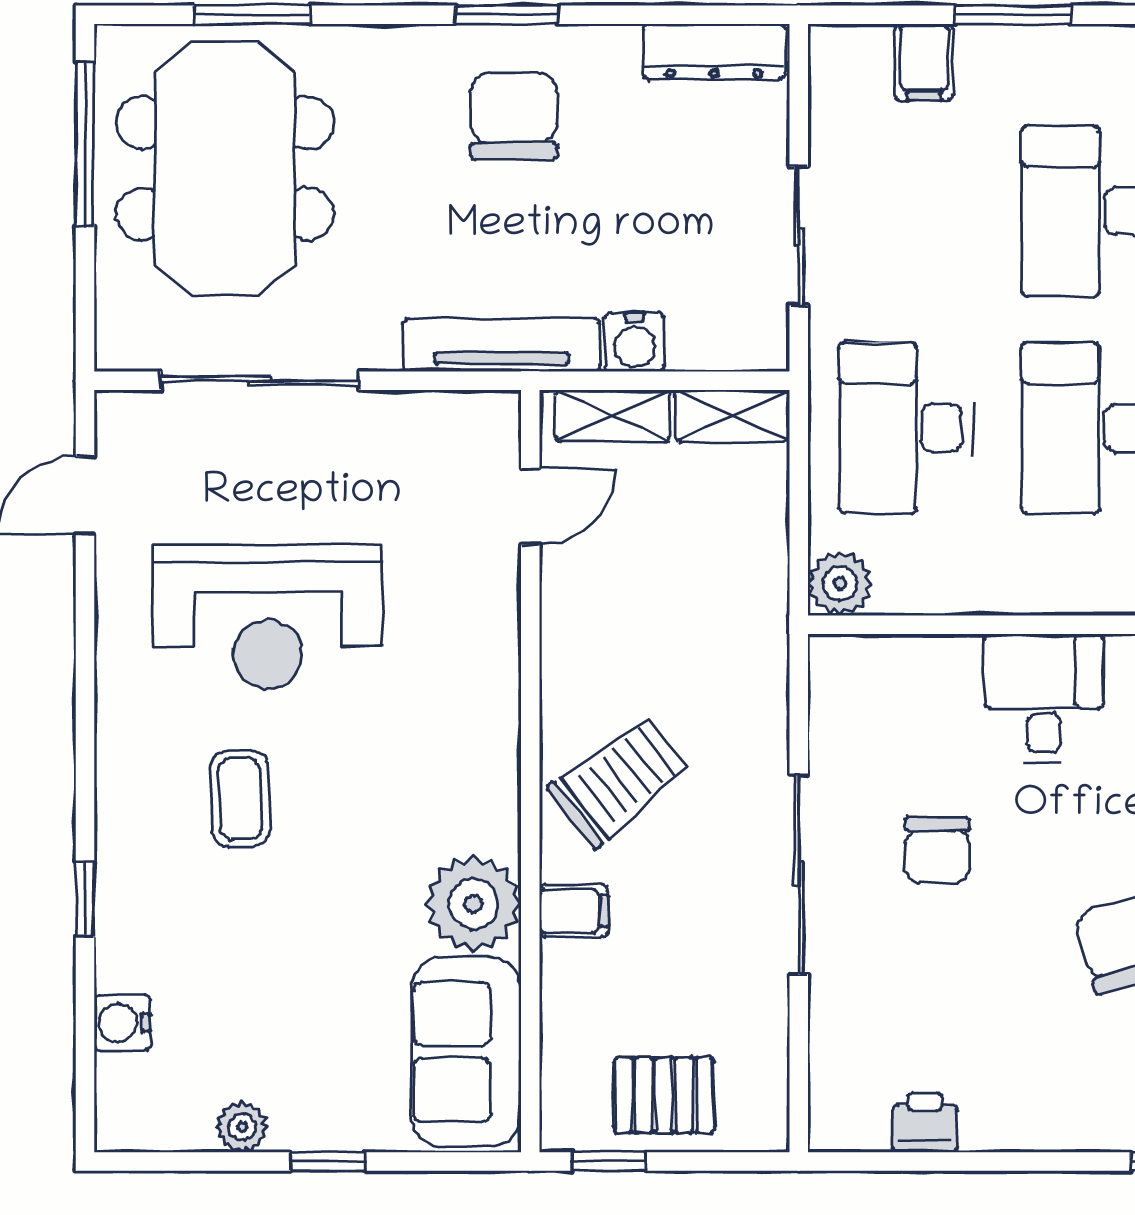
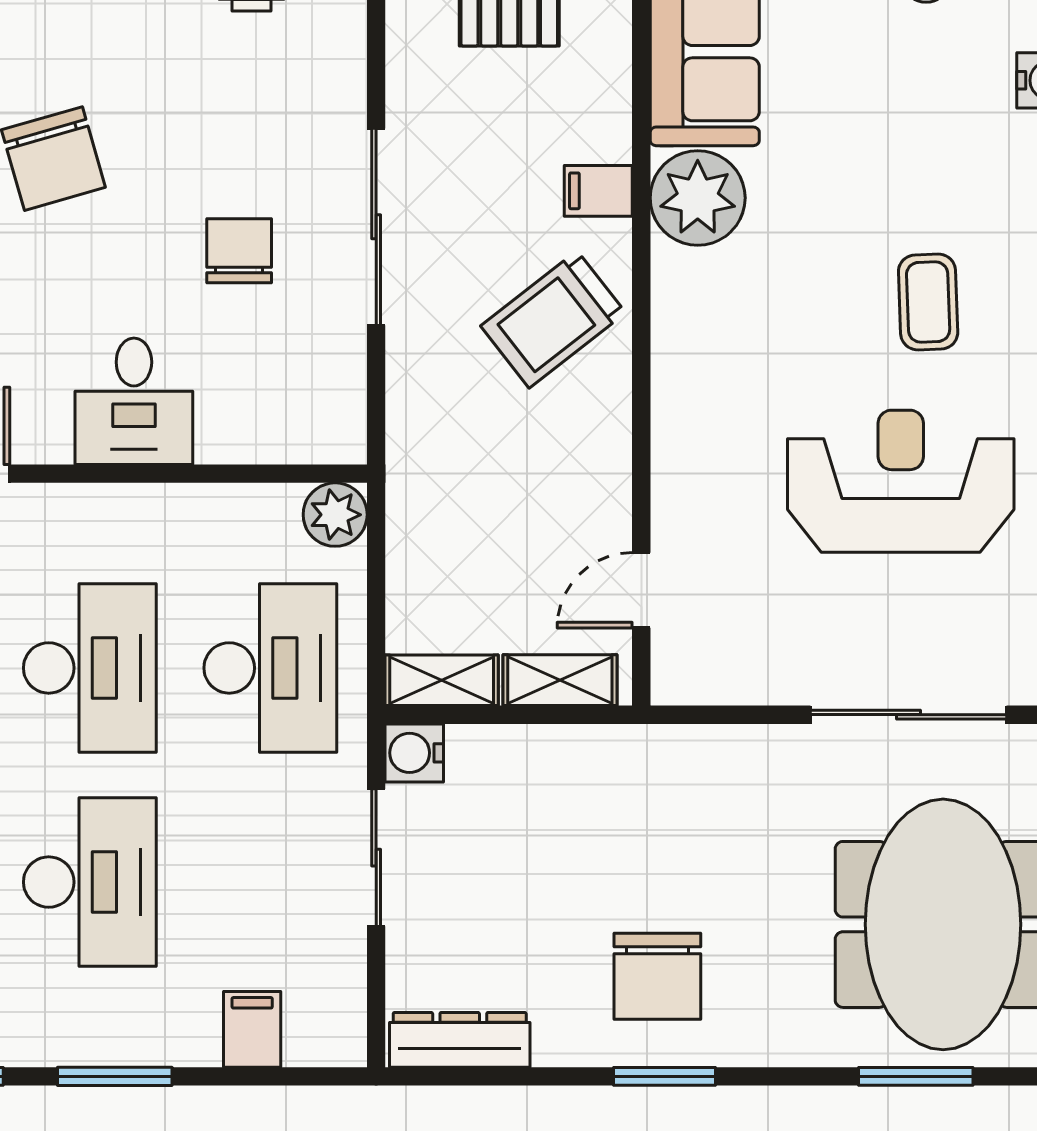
window: (1013, 15) -> (115, 1076), moved
water cooler: (635, 342) -> (414, 753), moved, turned -90
tv unit: (502, 345) -> (670, 750), removed

